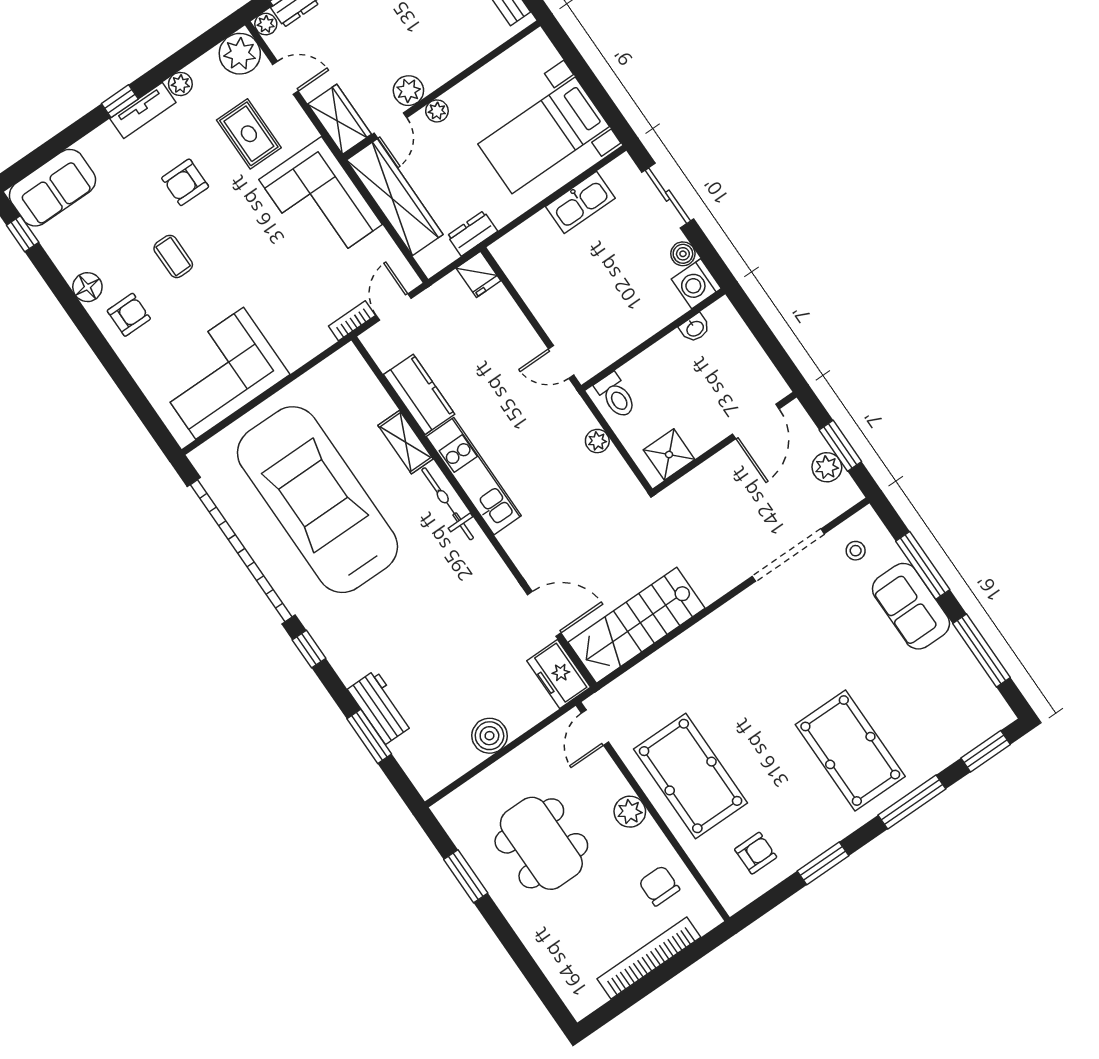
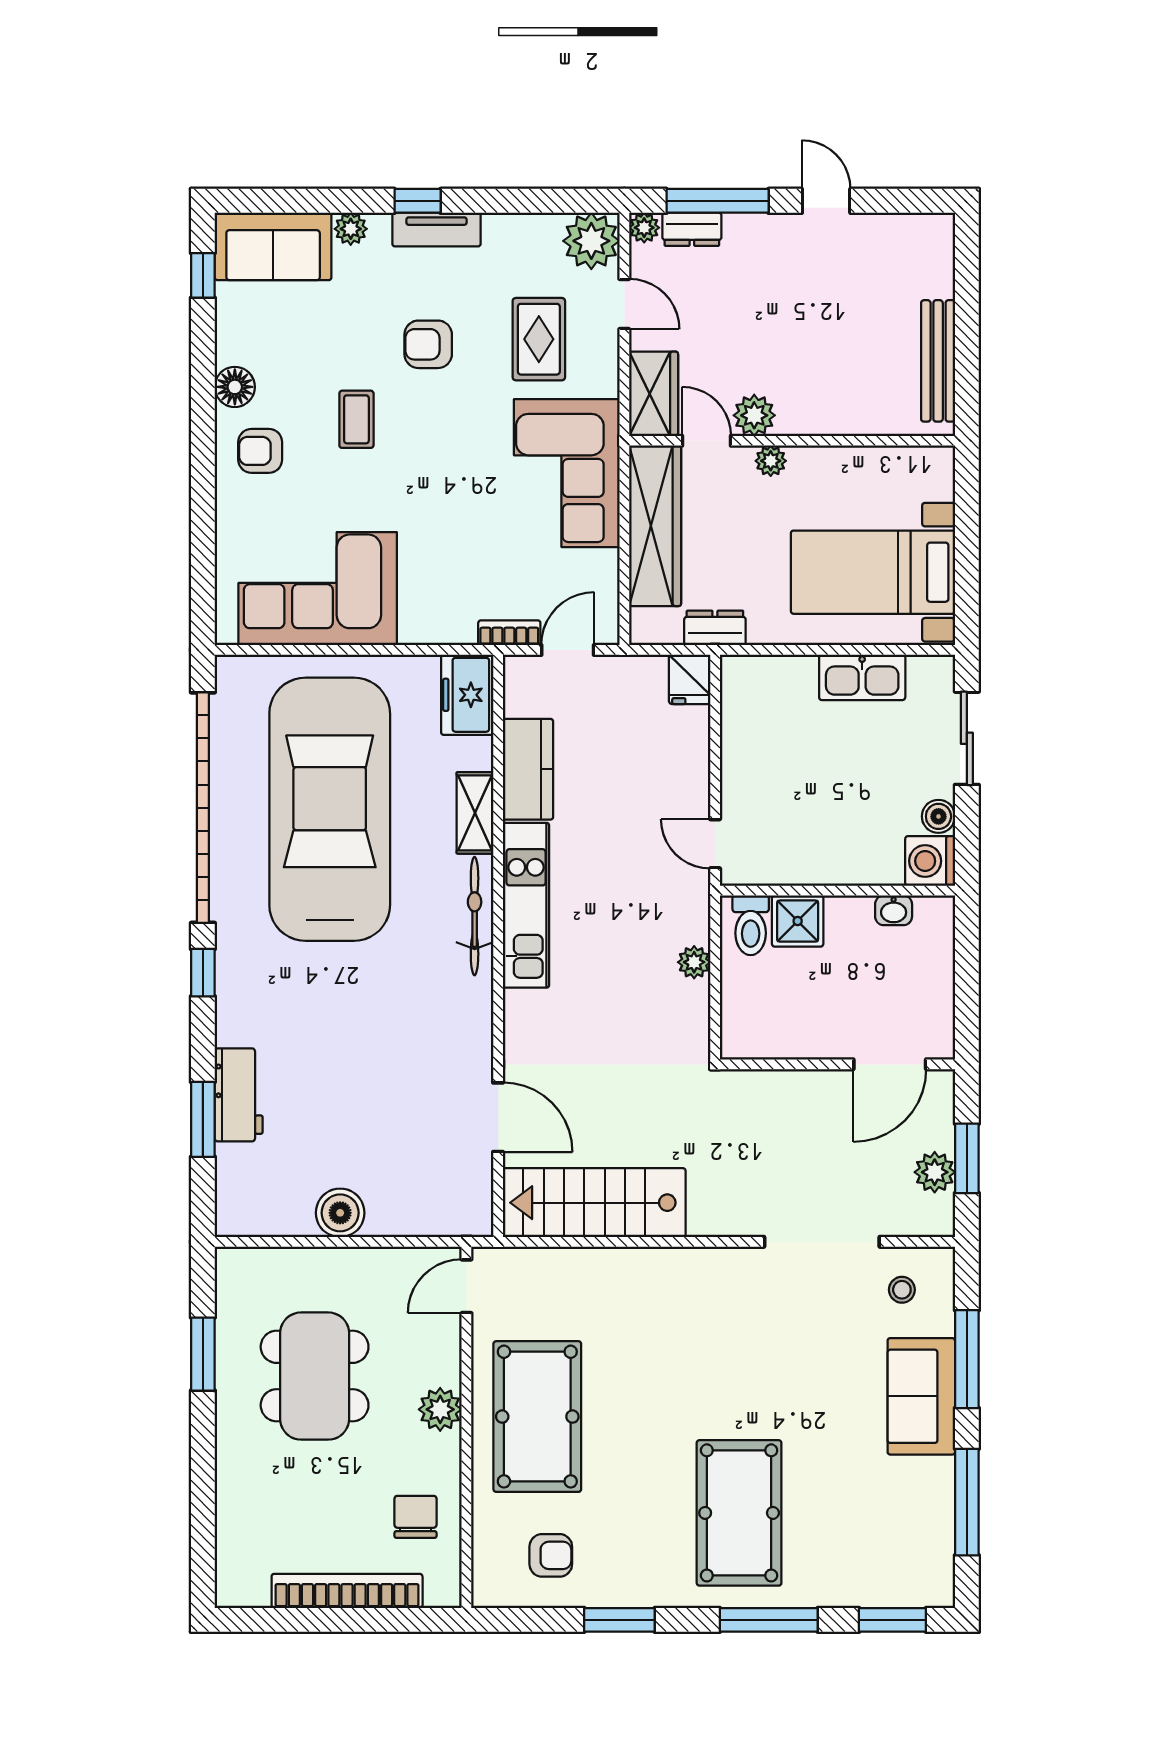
plant: (180, 84) -> (351, 229), moved
door: (390, 125) -> (707, 441), swing flipped
armchair: (129, 315) -> (260, 451), turned 180
shower: (669, 455) -> (798, 921), moved
freezer: (559, 674) -> (467, 695), moved

